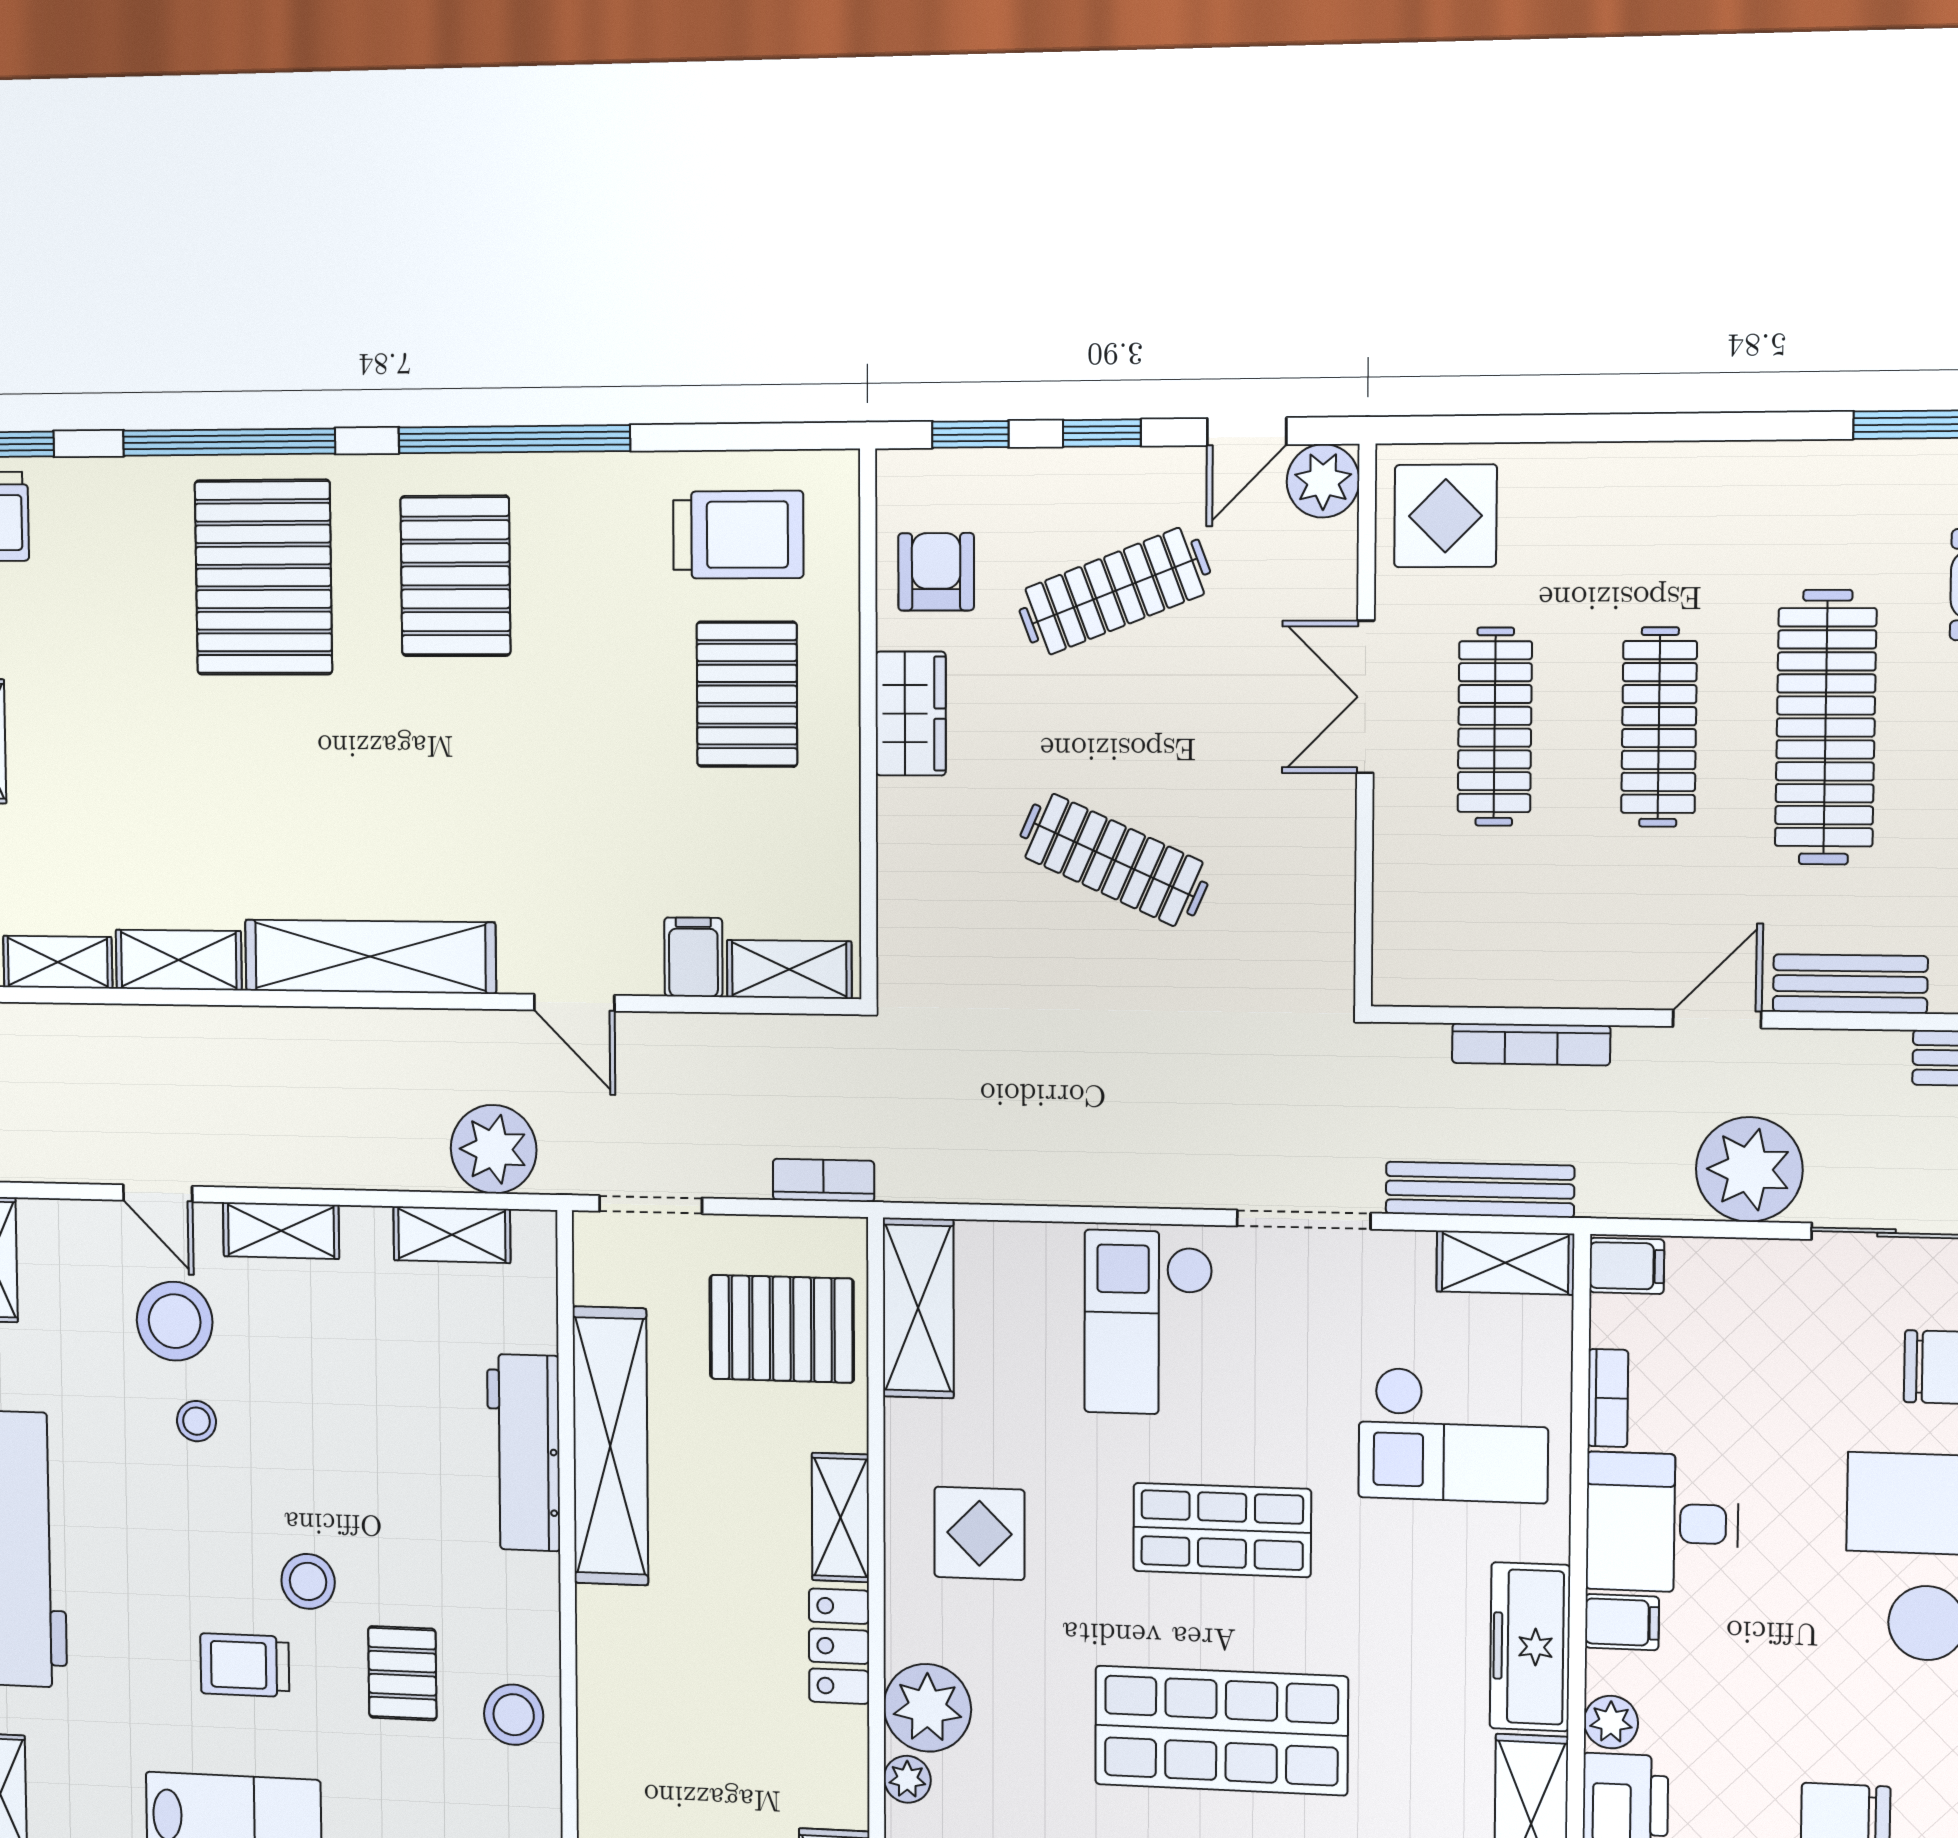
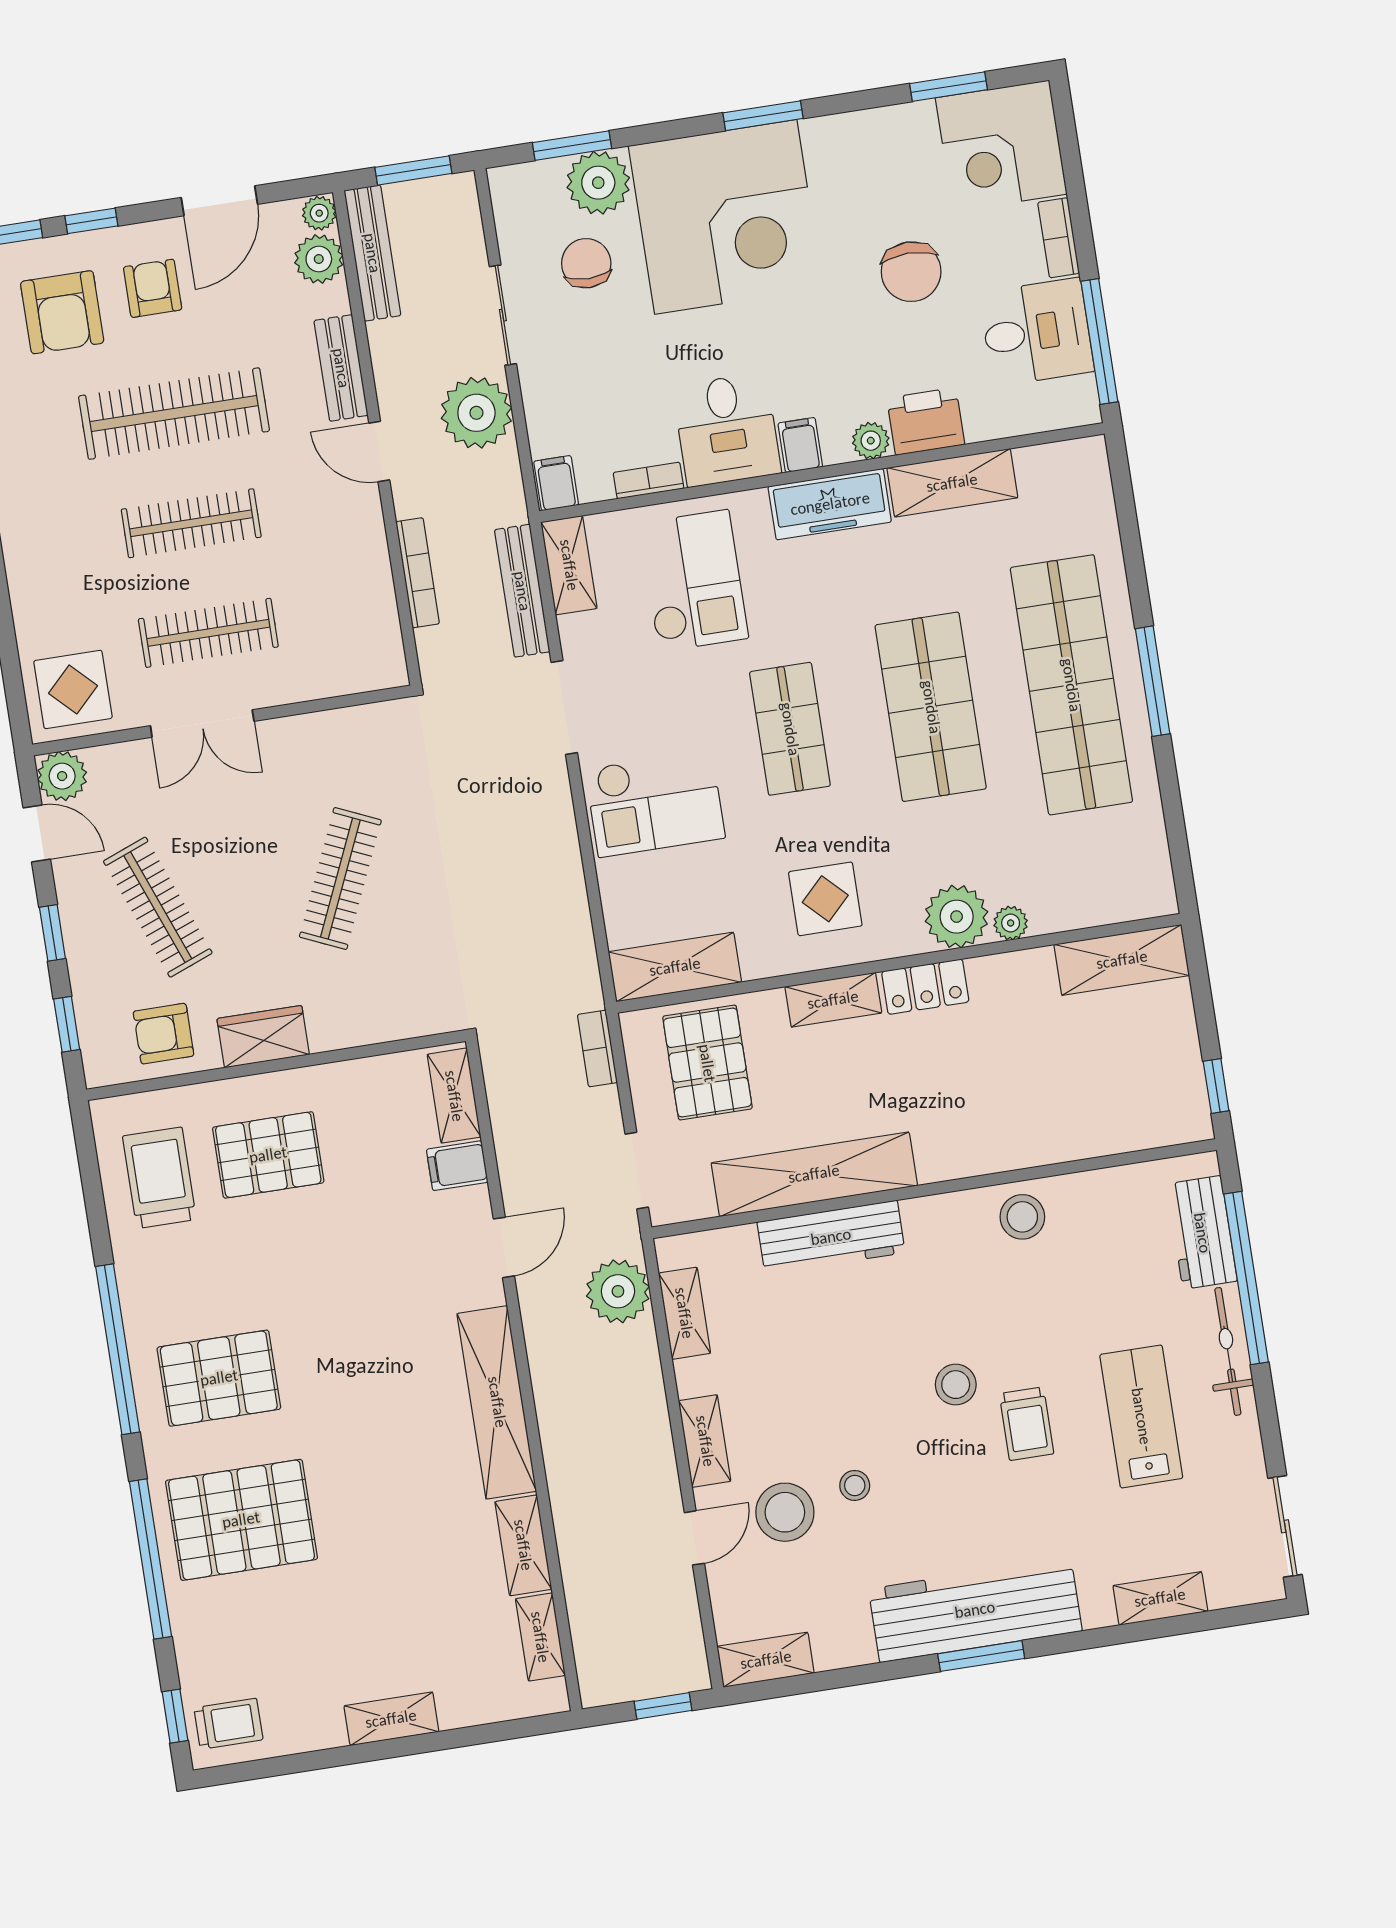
pallet: (402, 1673) -> (1009, 1304), removed

